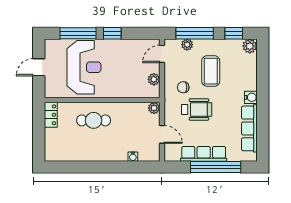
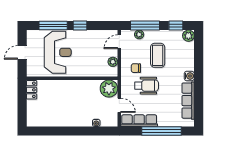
plant: (154, 108) -> (109, 89), width x1.87, depth x1.87
cafe table: (94, 120) -> (65, 94), removed
row of seats: (204, 154) -> (139, 121), moved

